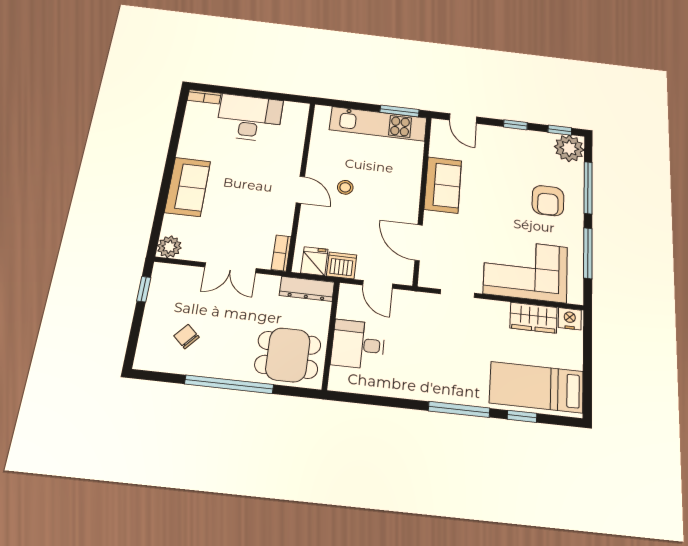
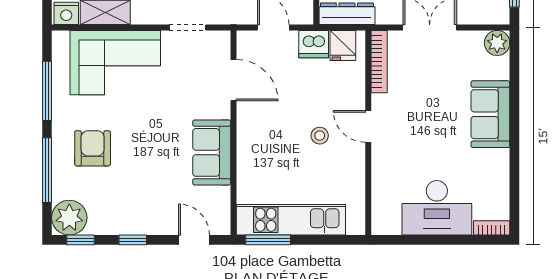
bookcase: (281, 253) -> (379, 62), width x1.56

